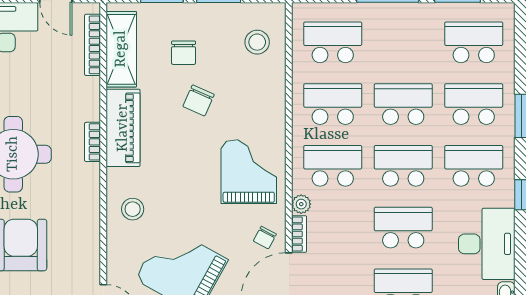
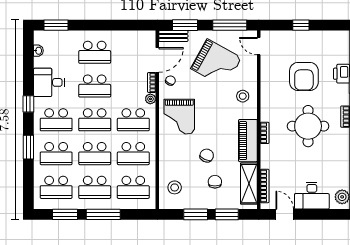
school desk: (403, 42) -> (95, 187), added
desk: (487, 244) -> (49, 82), width x0.73

